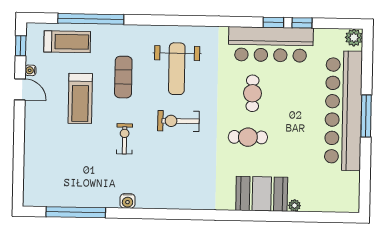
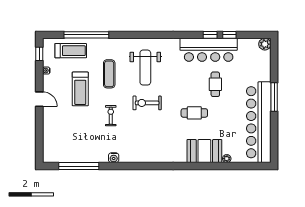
door: (20, 89) -> (39, 99), moved
cafe table: (253, 93) -> (215, 84), moved
bar counter: (343, 111) -> (259, 122), moved

